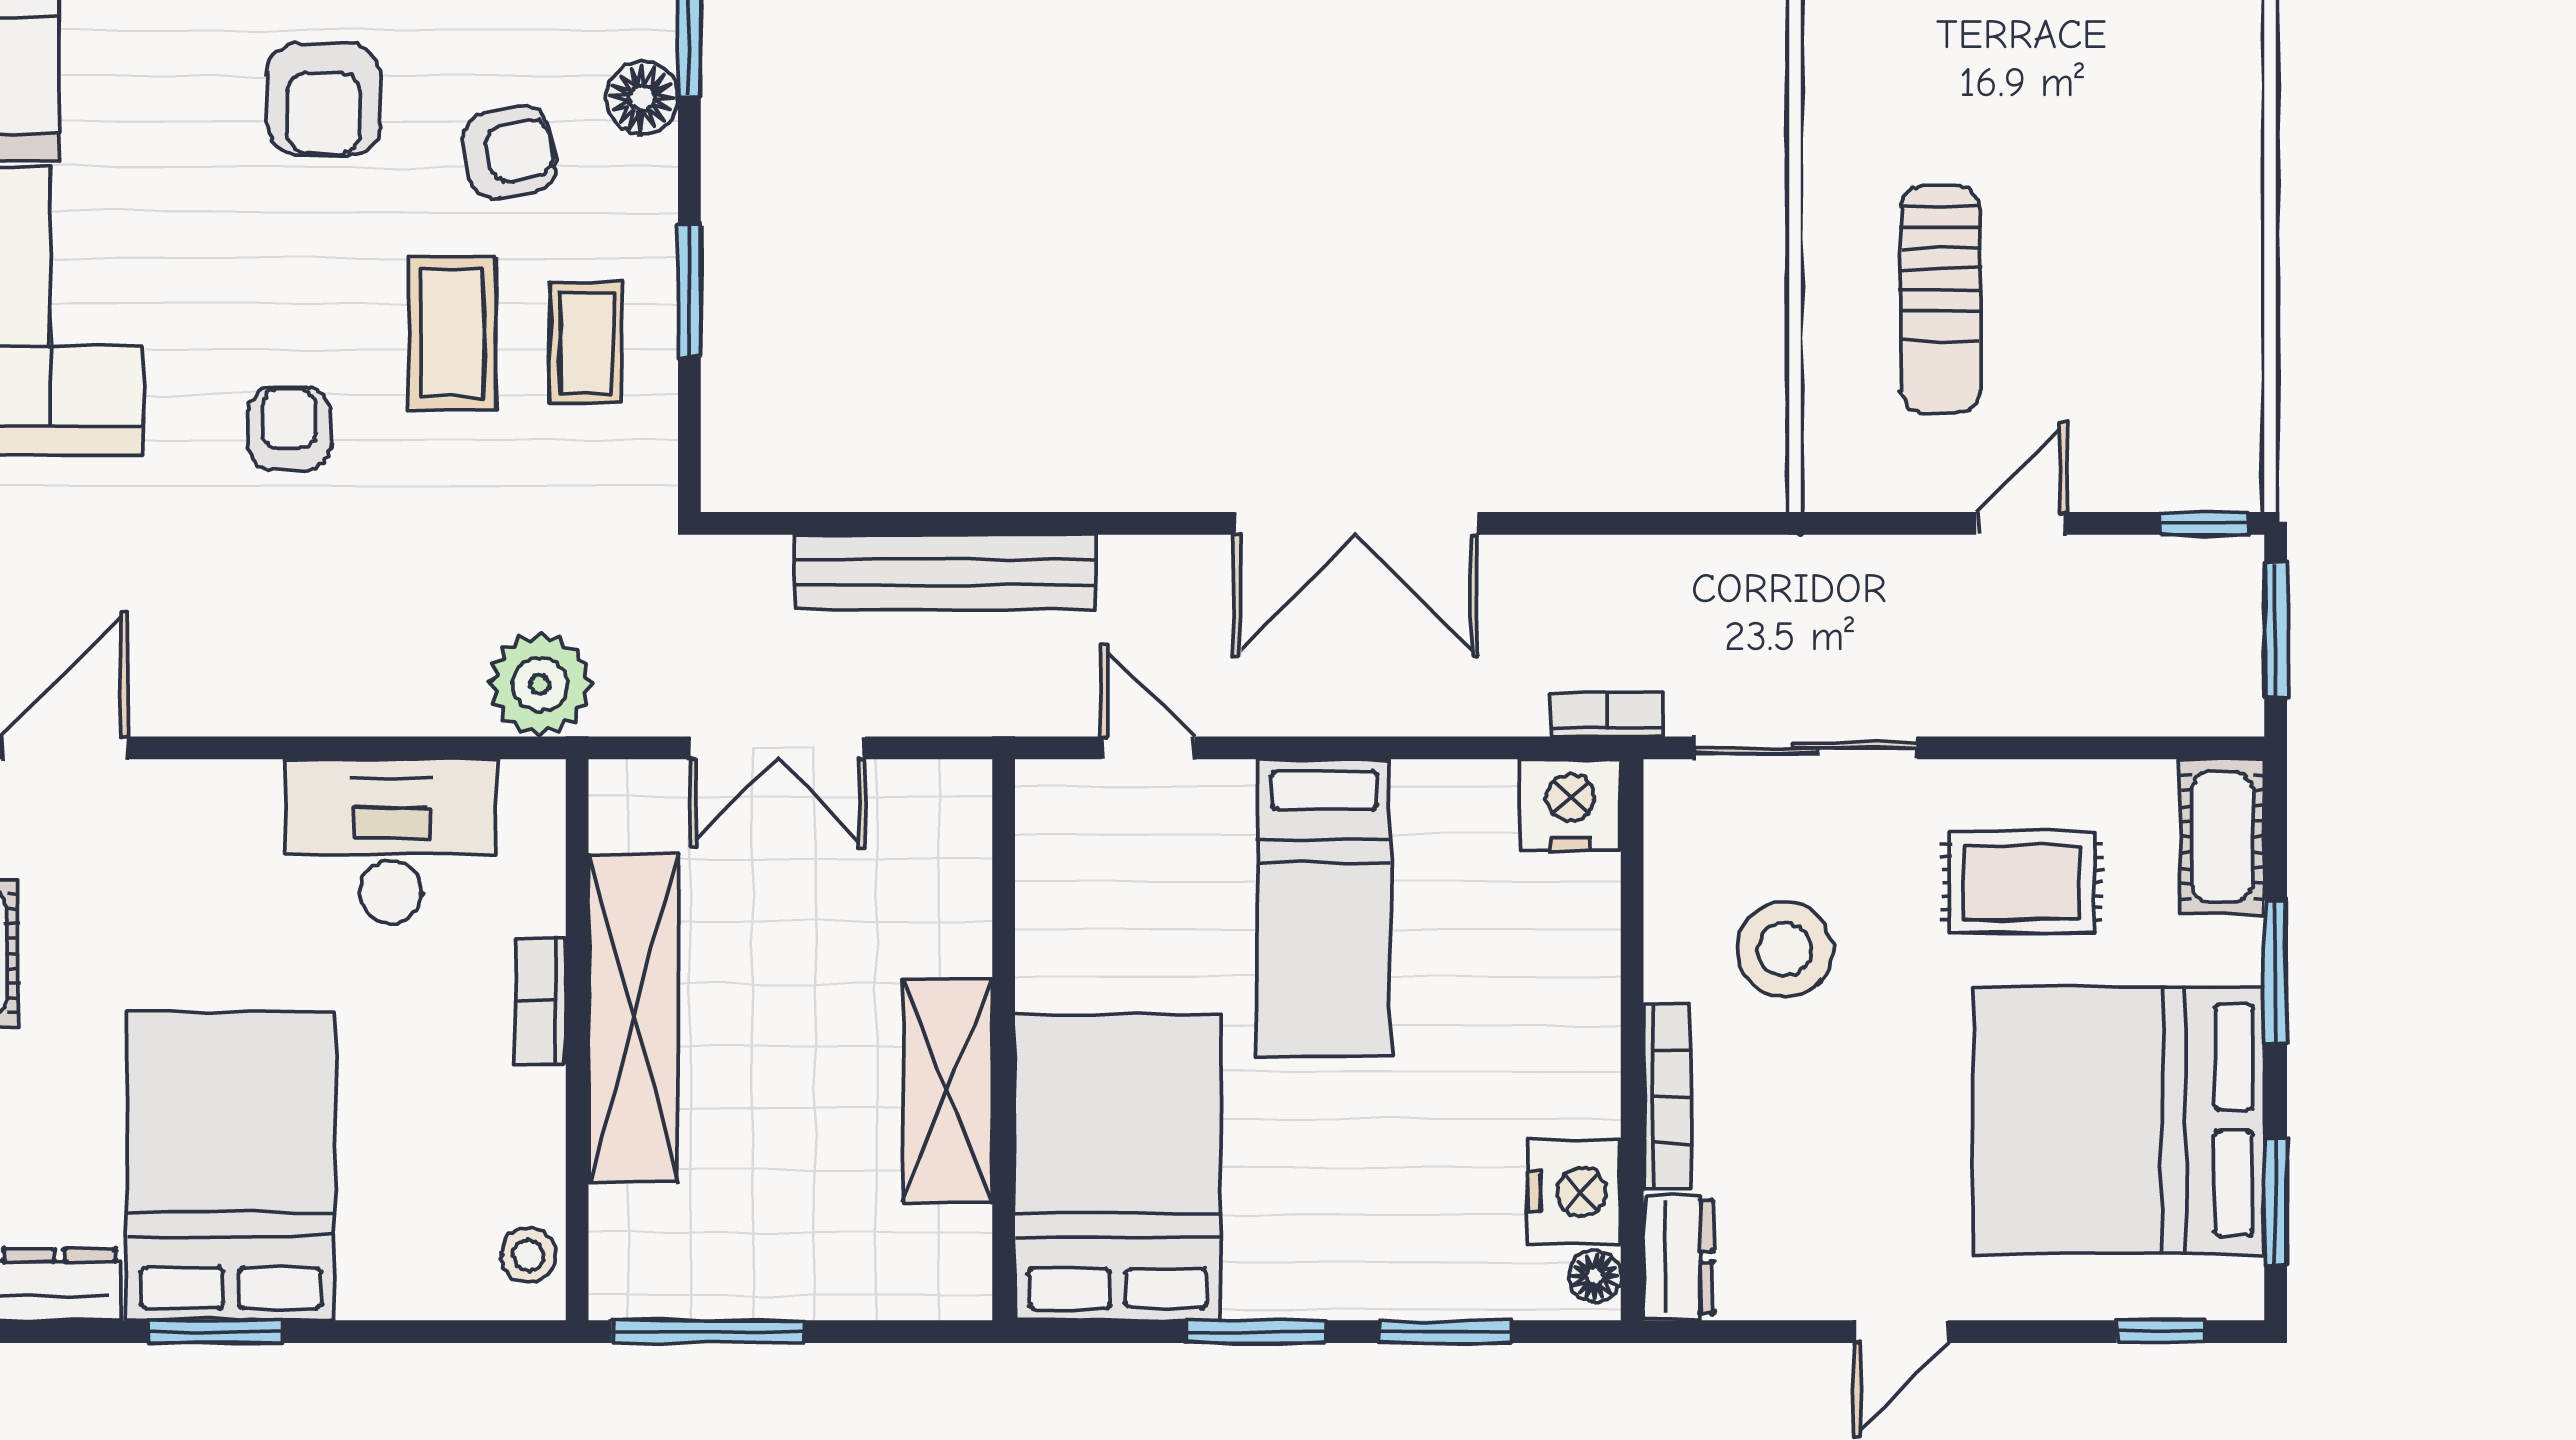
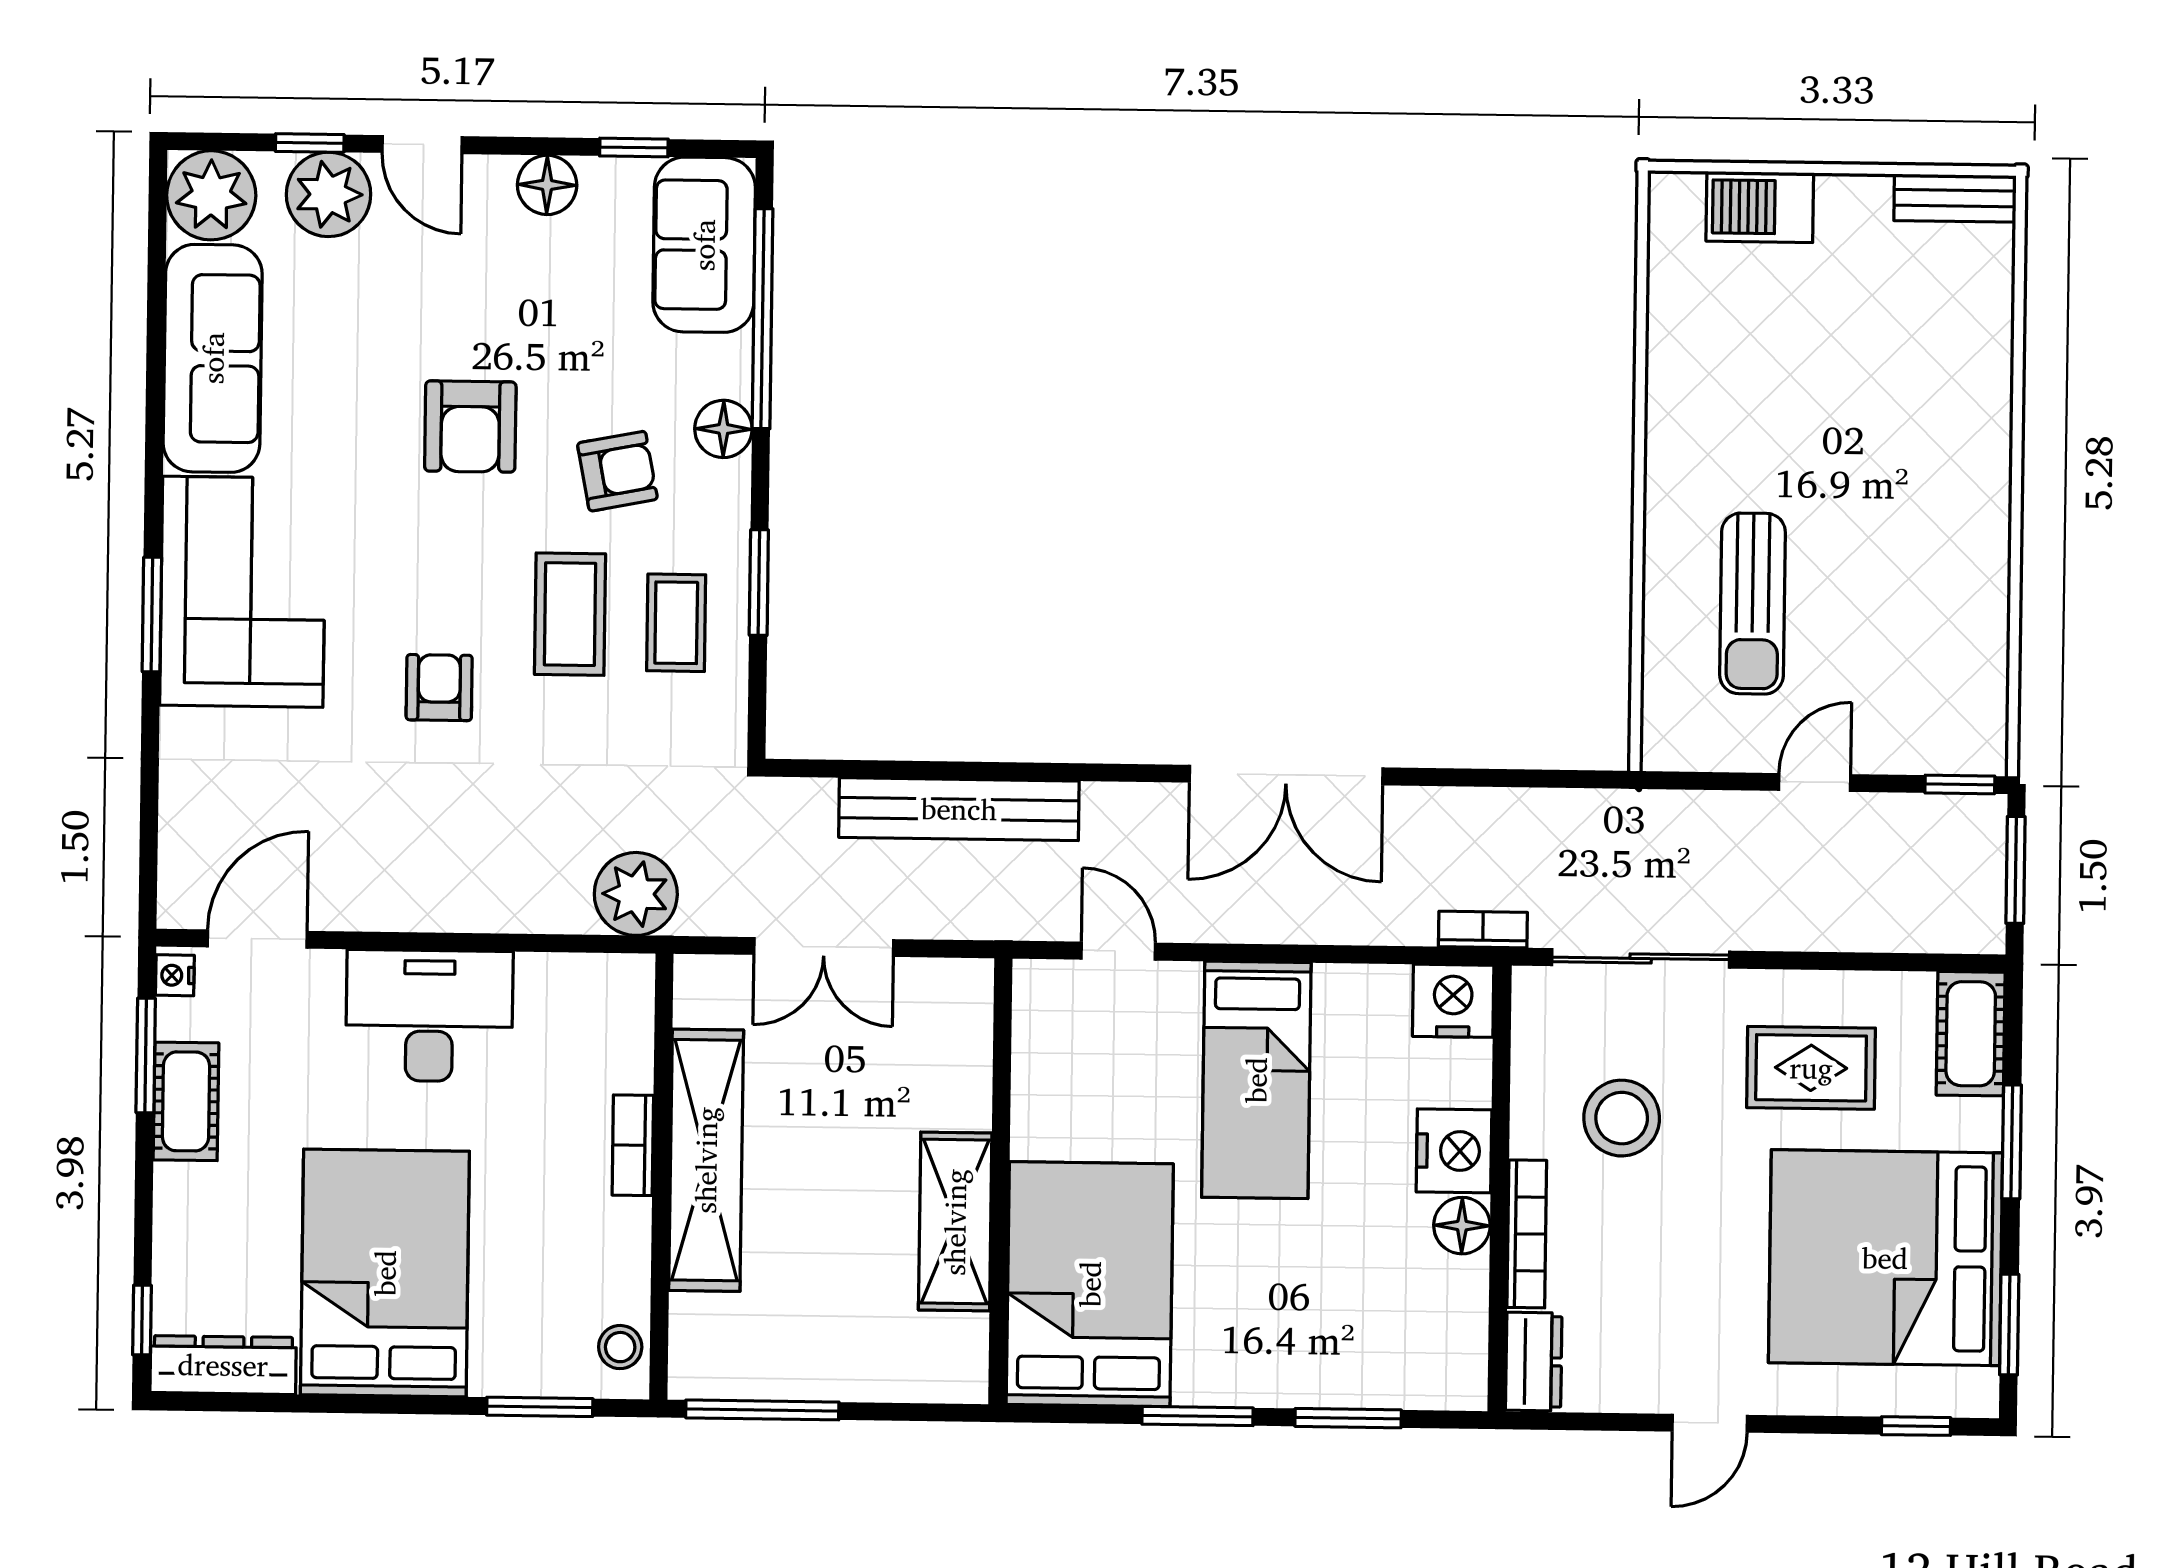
desk: (391, 841) -> (429, 1016), moved
nightstand: (1574, 1192) -> (1454, 1151), moved
floor lamp: (1595, 1276) -> (1462, 1226), moved, width x1.37, depth x1.37
window: (216, 1332) -> (540, 1407), moved

